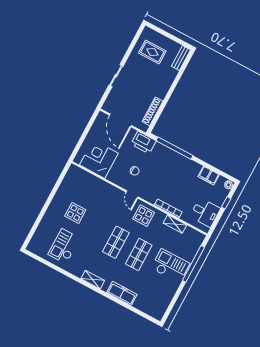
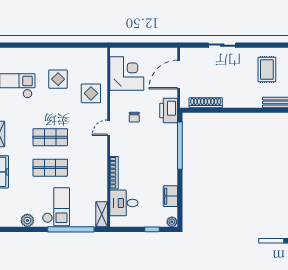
desk: (205, 213) -> (124, 203), moved, turned 90
display table: (144, 216) -> (91, 93), moved
shelving: (175, 224) -> (102, 214), moved
plant: (169, 293) -> (27, 220), added

